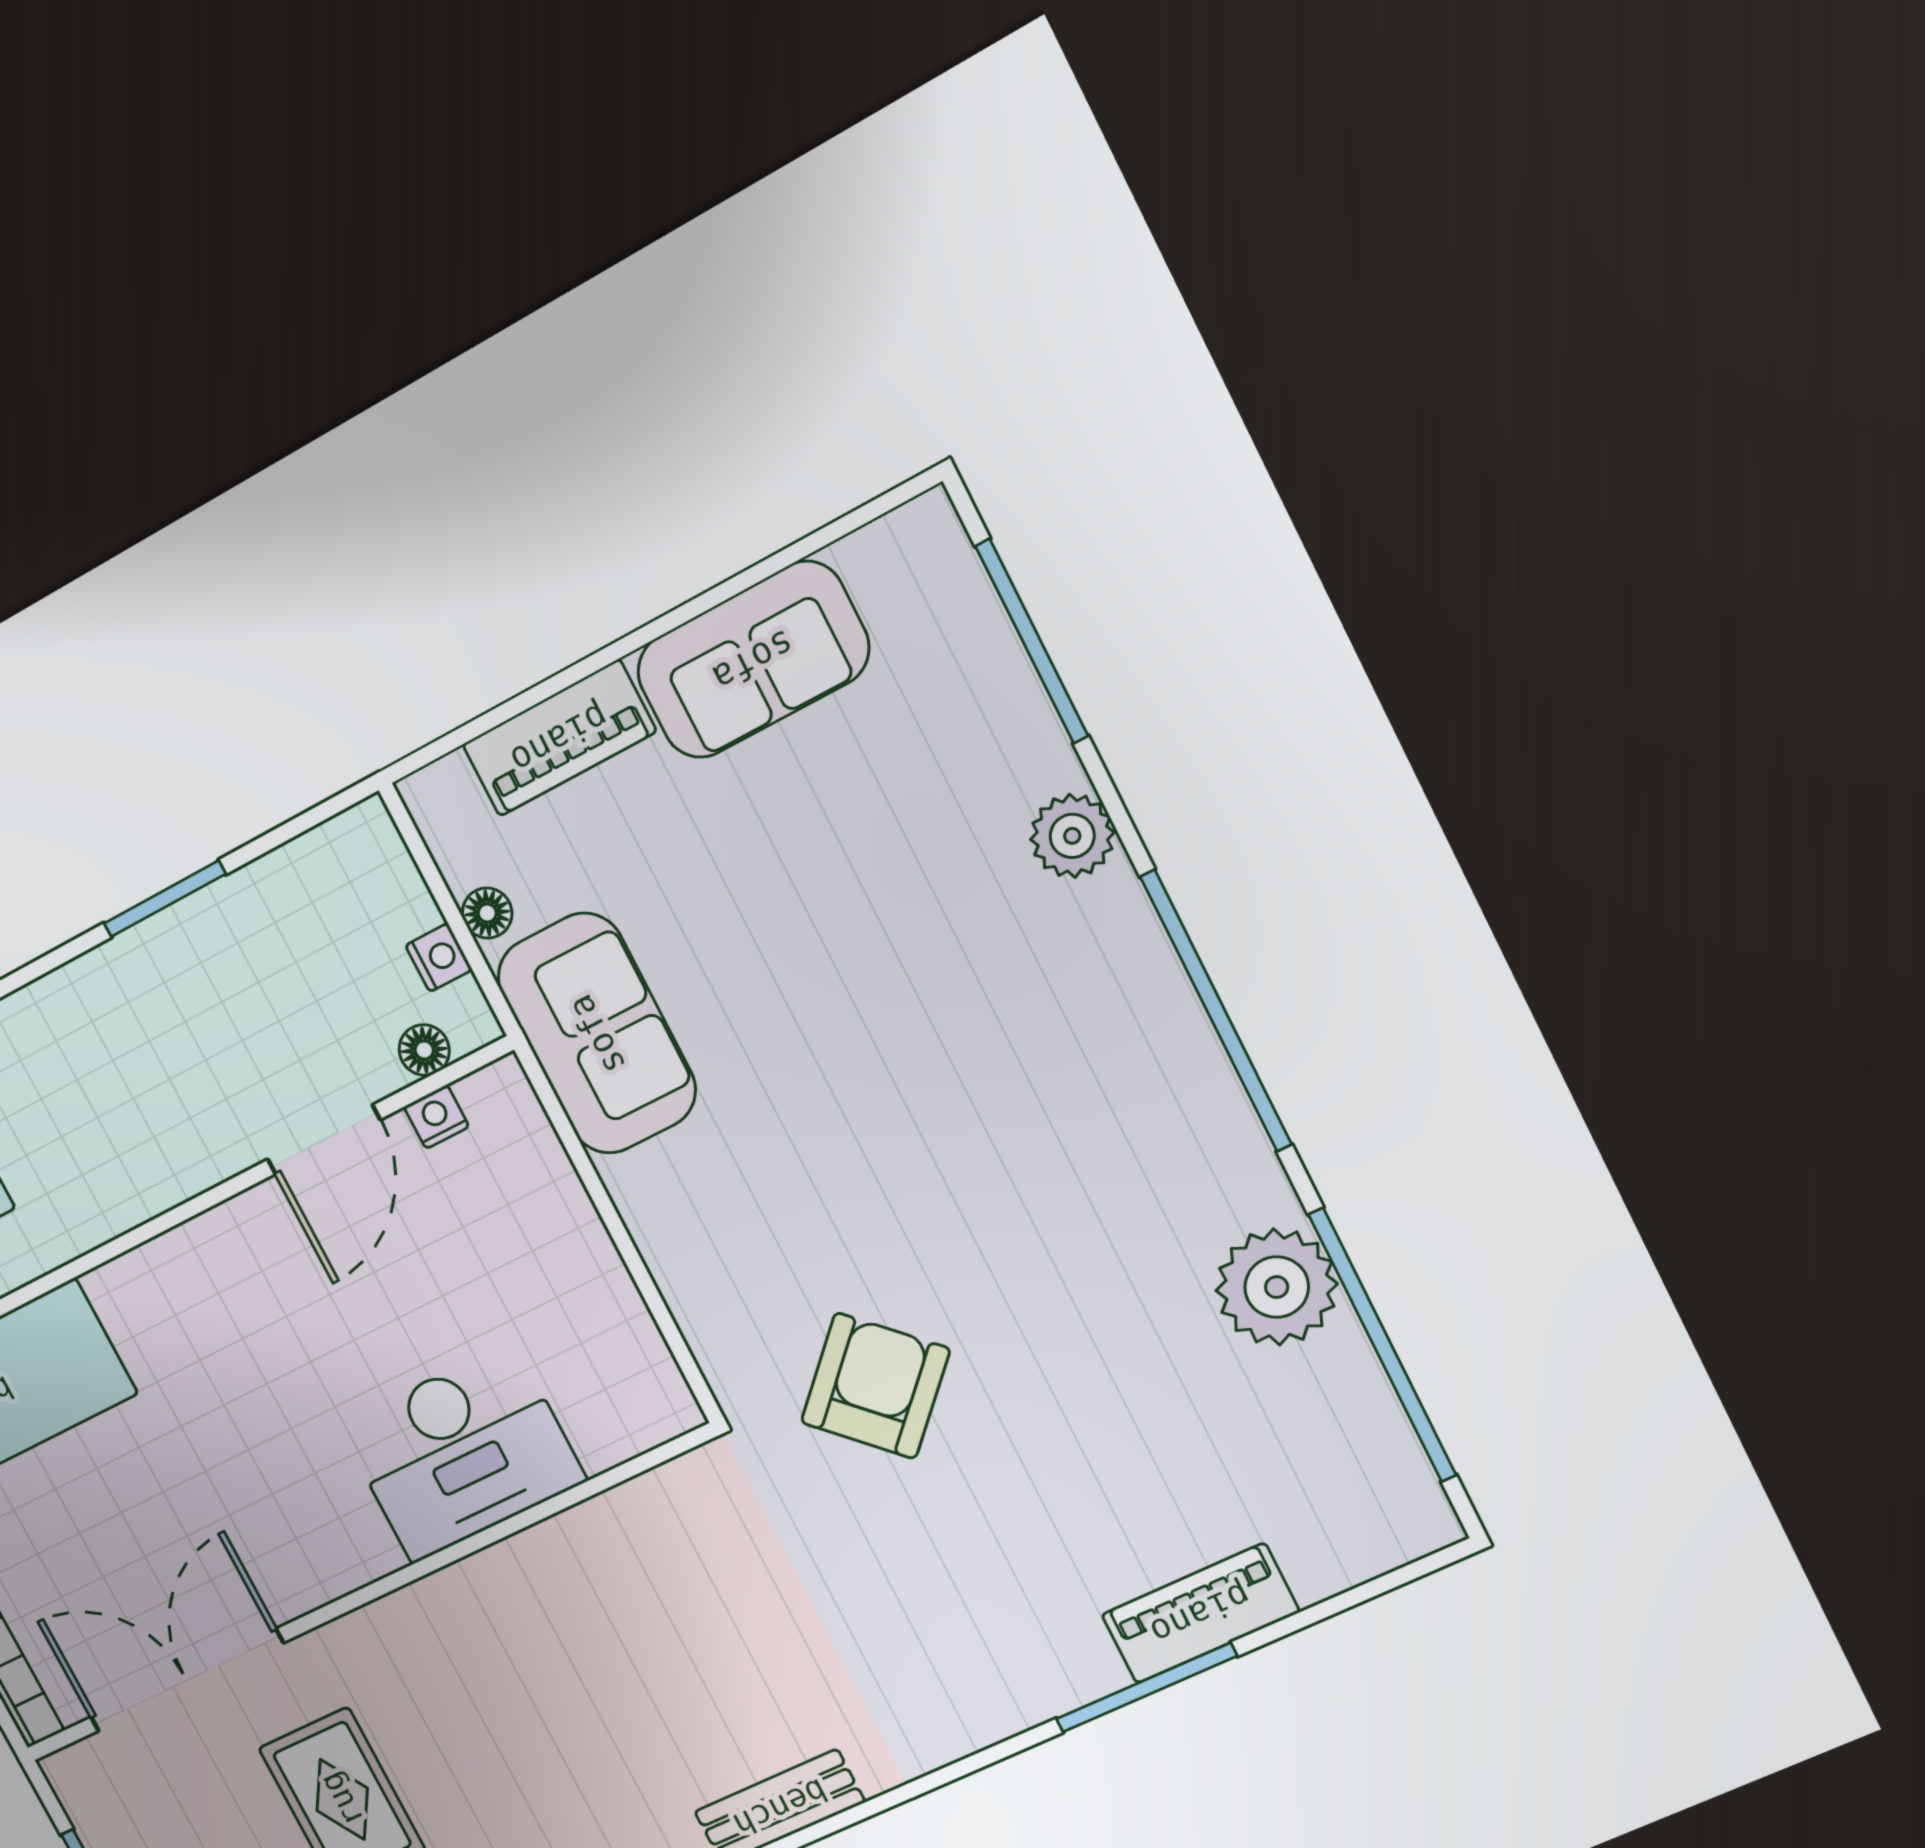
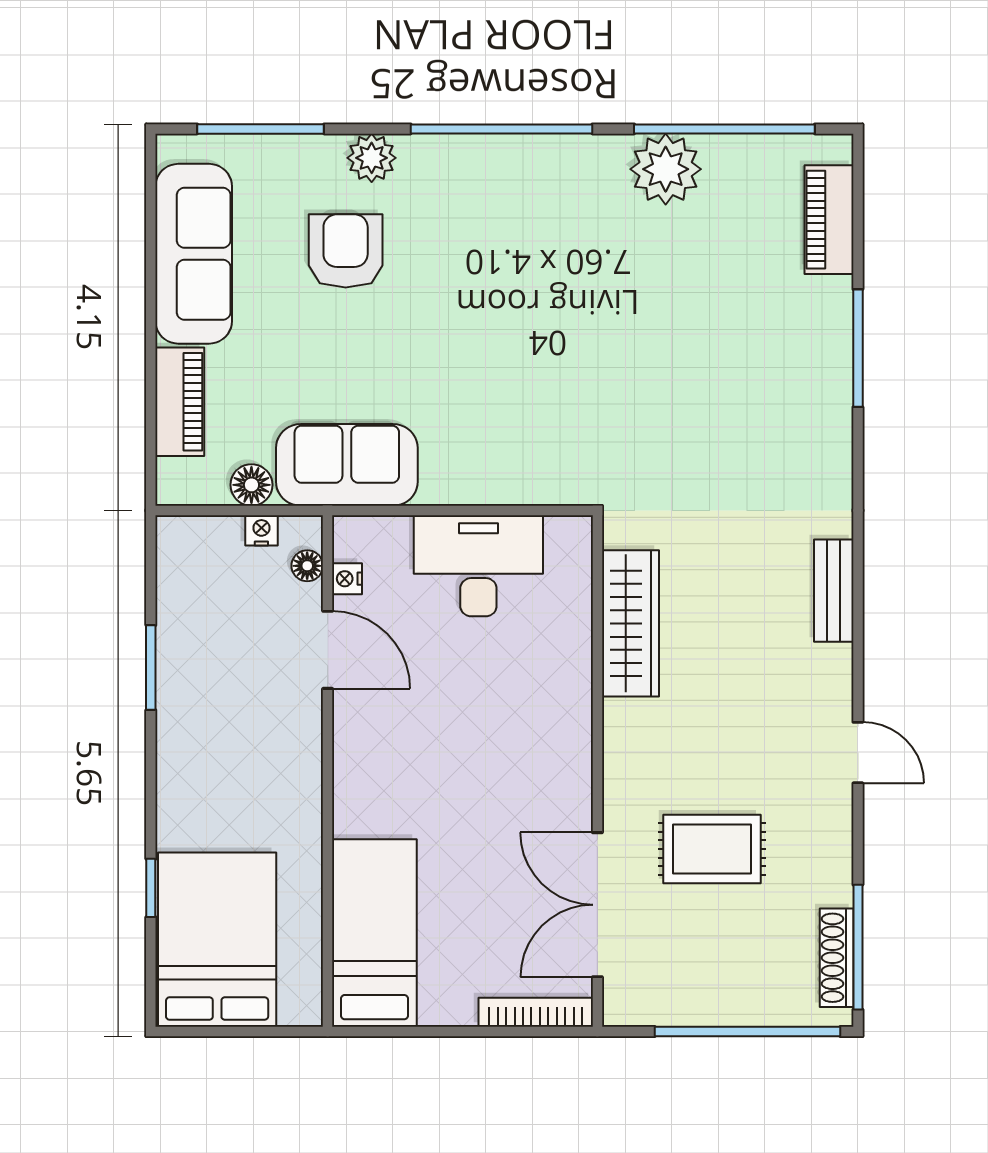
sofa: (753, 660) -> (194, 254), width x1.36
floor lamp: (487, 913) -> (251, 485), width x1.37, depth x1.37
armchair: (875, 1386) -> (346, 251), moved, turned 46
desk: (462, 1453) -> (478, 566), moved, turned -90
wardrobe: (586, 1547) -> (630, 623), added
piano: (1200, 1613) -> (829, 220), moved

